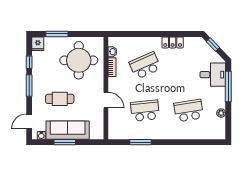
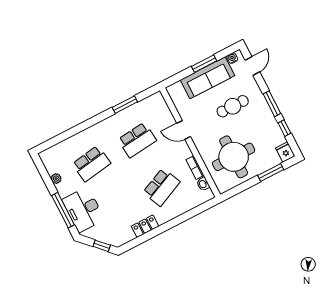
desk: (213, 75) -> (83, 210), width x1.37

